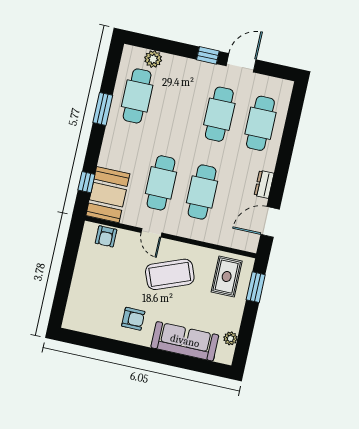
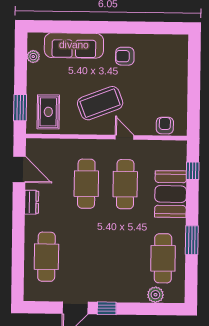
cafe table: (219, 114) -> (85, 257), removed
booth: (108, 195) -> (171, 194), moved
door: (270, 222) -> (19, 169), hinge flipped

